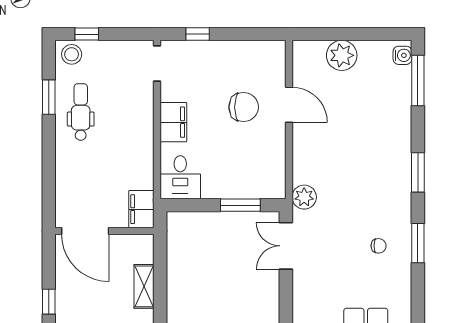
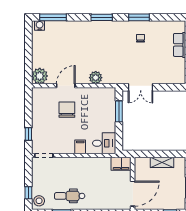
plant: (342, 55) -> (40, 76), moved
filing cabinet: (173, 122) -> (80, 147), width x0.50
plant: (304, 197) -> (96, 78), moved

